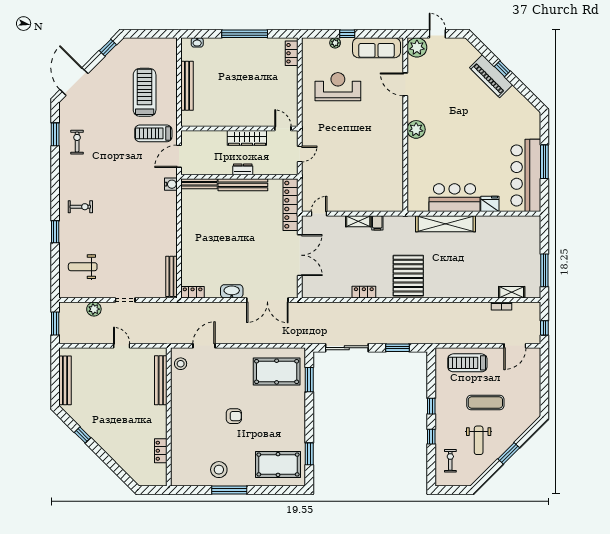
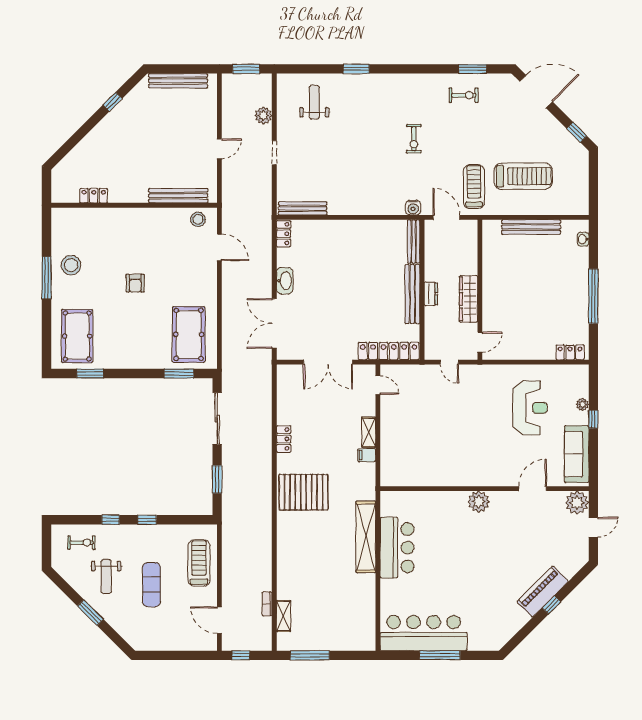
fridge: (490, 204) -> (389, 590), removed
exercise bike: (80, 207) -> (414, 139), moved
weight bench: (479, 440) -> (106, 576), turned -90

